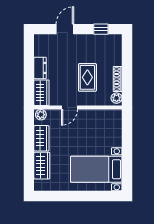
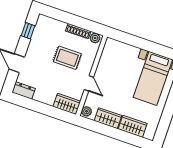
dresser: (40, 68) -> (24, 91), moved

